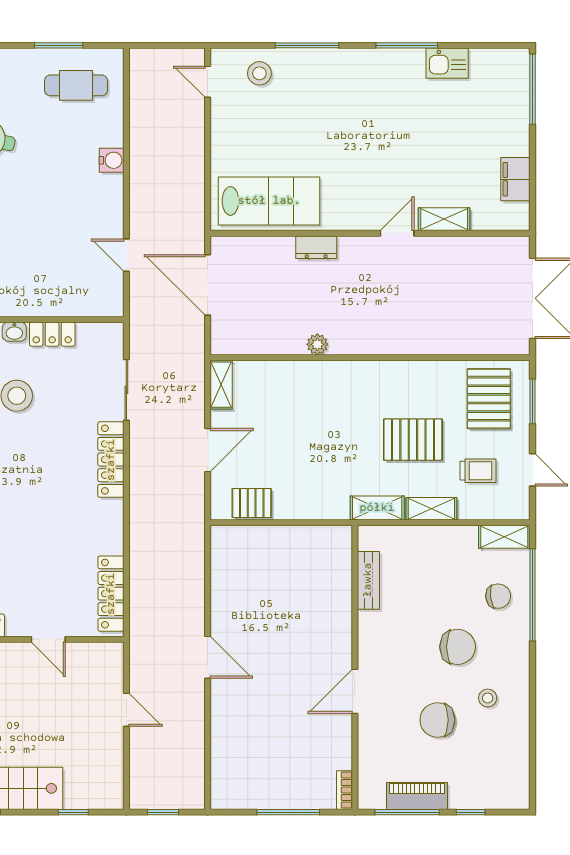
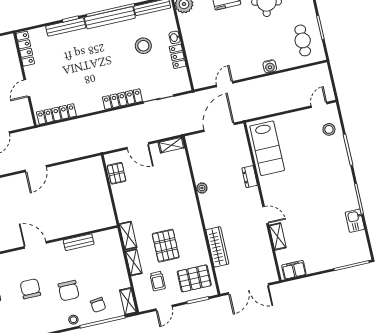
filing cabinet: (515, 179) -> (294, 270), moved
wardrobe: (438, 340) -> (217, 247), added
bench: (368, 580) -> (79, 242), moved
stool: (488, 698) -> (73, 320), moved

